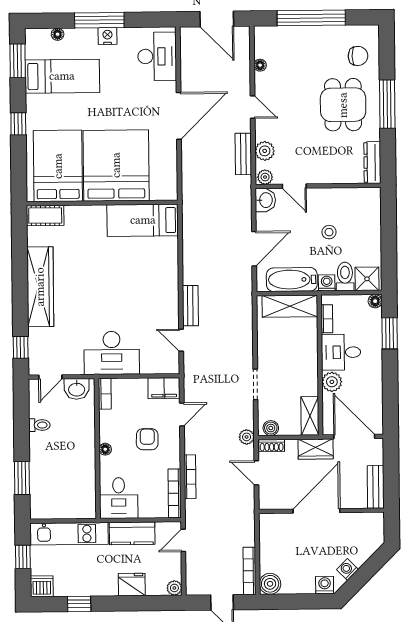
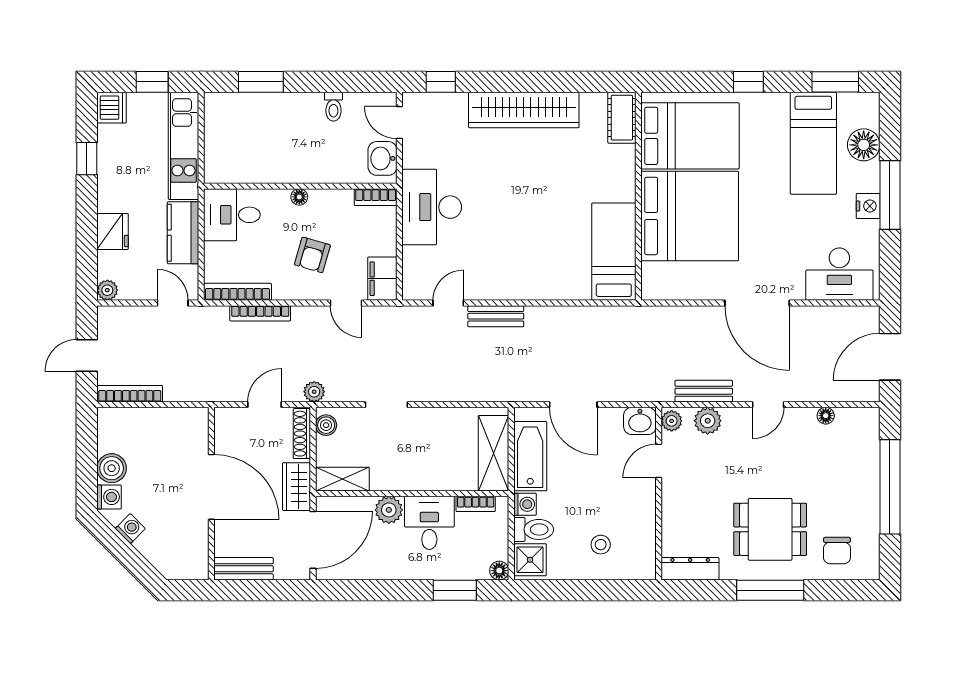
floor lamp: (58, 34) -> (864, 145), width x1.89, depth x1.89
stool: (329, 232) -> (601, 545), moved
armchair: (147, 439) -> (312, 255), turned 105
shoe rack: (272, 446) -> (302, 434), width x1.43
boiler: (270, 584) -> (112, 468), moved

